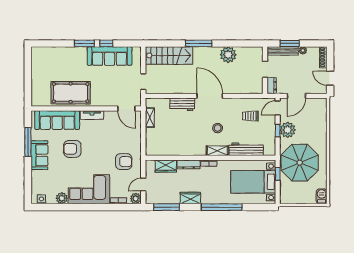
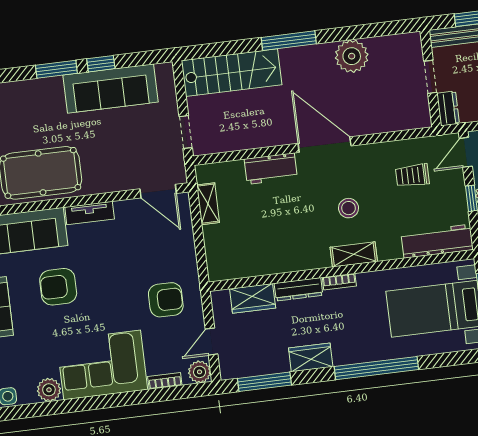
workbench: (246, 149) -> (437, 241), moved

